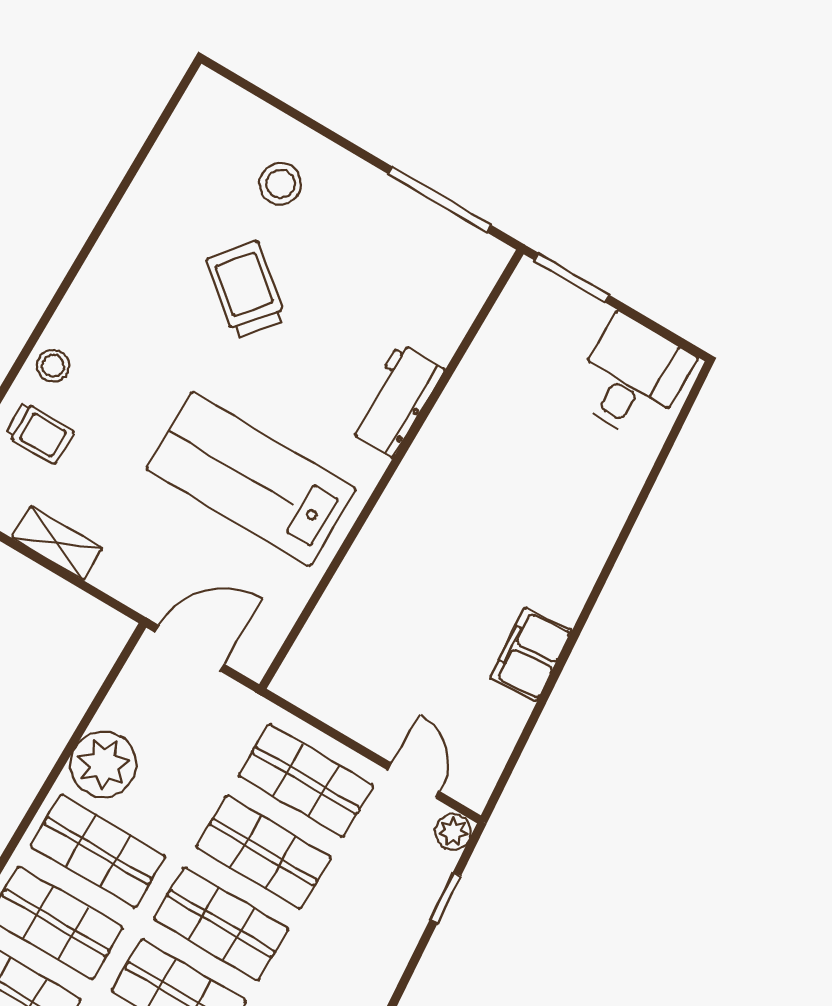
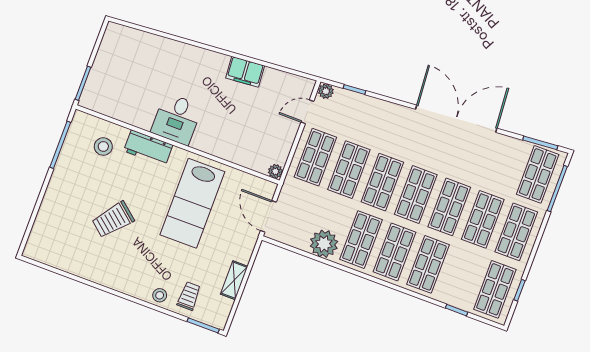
stool: (280, 184) -> (103, 147), moved
desk: (632, 377) -> (177, 119), moved, turned -90
plant: (290, 683) -> (275, 171), added

